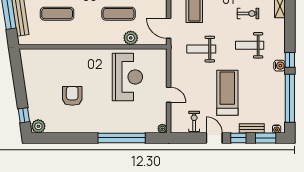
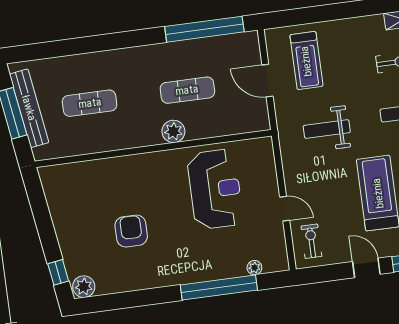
door: (169, 28) -> (267, 81), moved
plant: (131, 38) -> (173, 131), moved
exercise bike: (194, 121) -> (311, 241), moved
plant: (162, 129) -> (254, 268), moved

